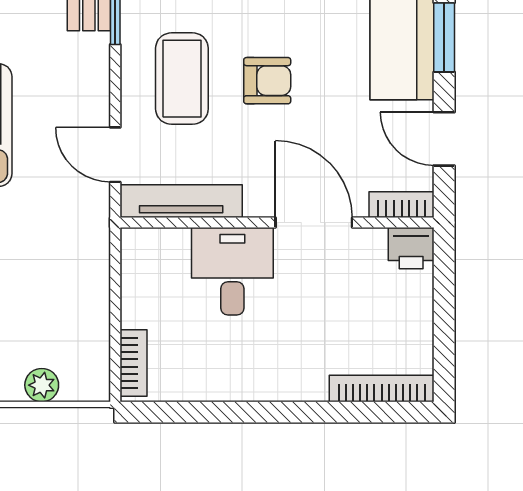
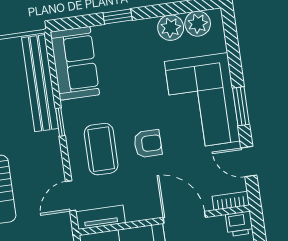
door: (115, 155) -> (71, 196), hinge flipped
tv unit: (181, 201) -> (101, 217), width x0.71

